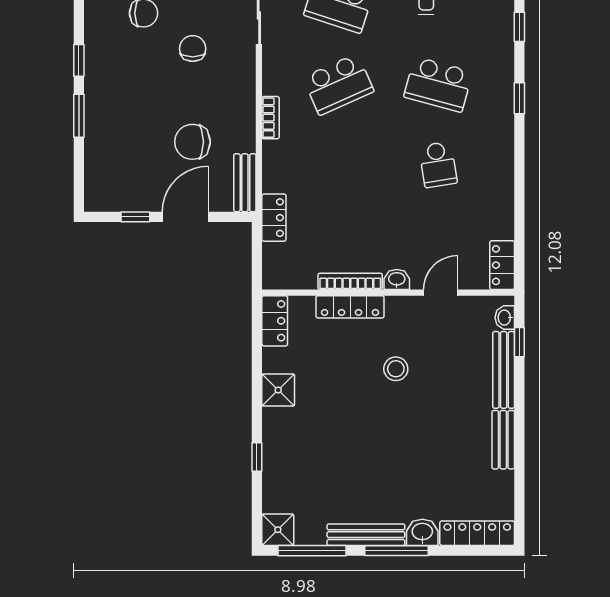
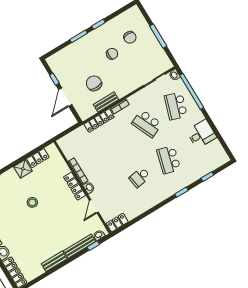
chair: (193, 49) -> (112, 54), moved
bench: (245, 183) -> (106, 102), moved
door: (185, 217) -> (65, 97), swing flipped
locker: (274, 218) -> (99, 121), moved, width x1.53
door: (441, 293) -> (94, 206), swing flipped
locker: (350, 307) -> (75, 186), moved
locker: (275, 321) -> (38, 158), moved
stool: (396, 369) -> (32, 202), moved

